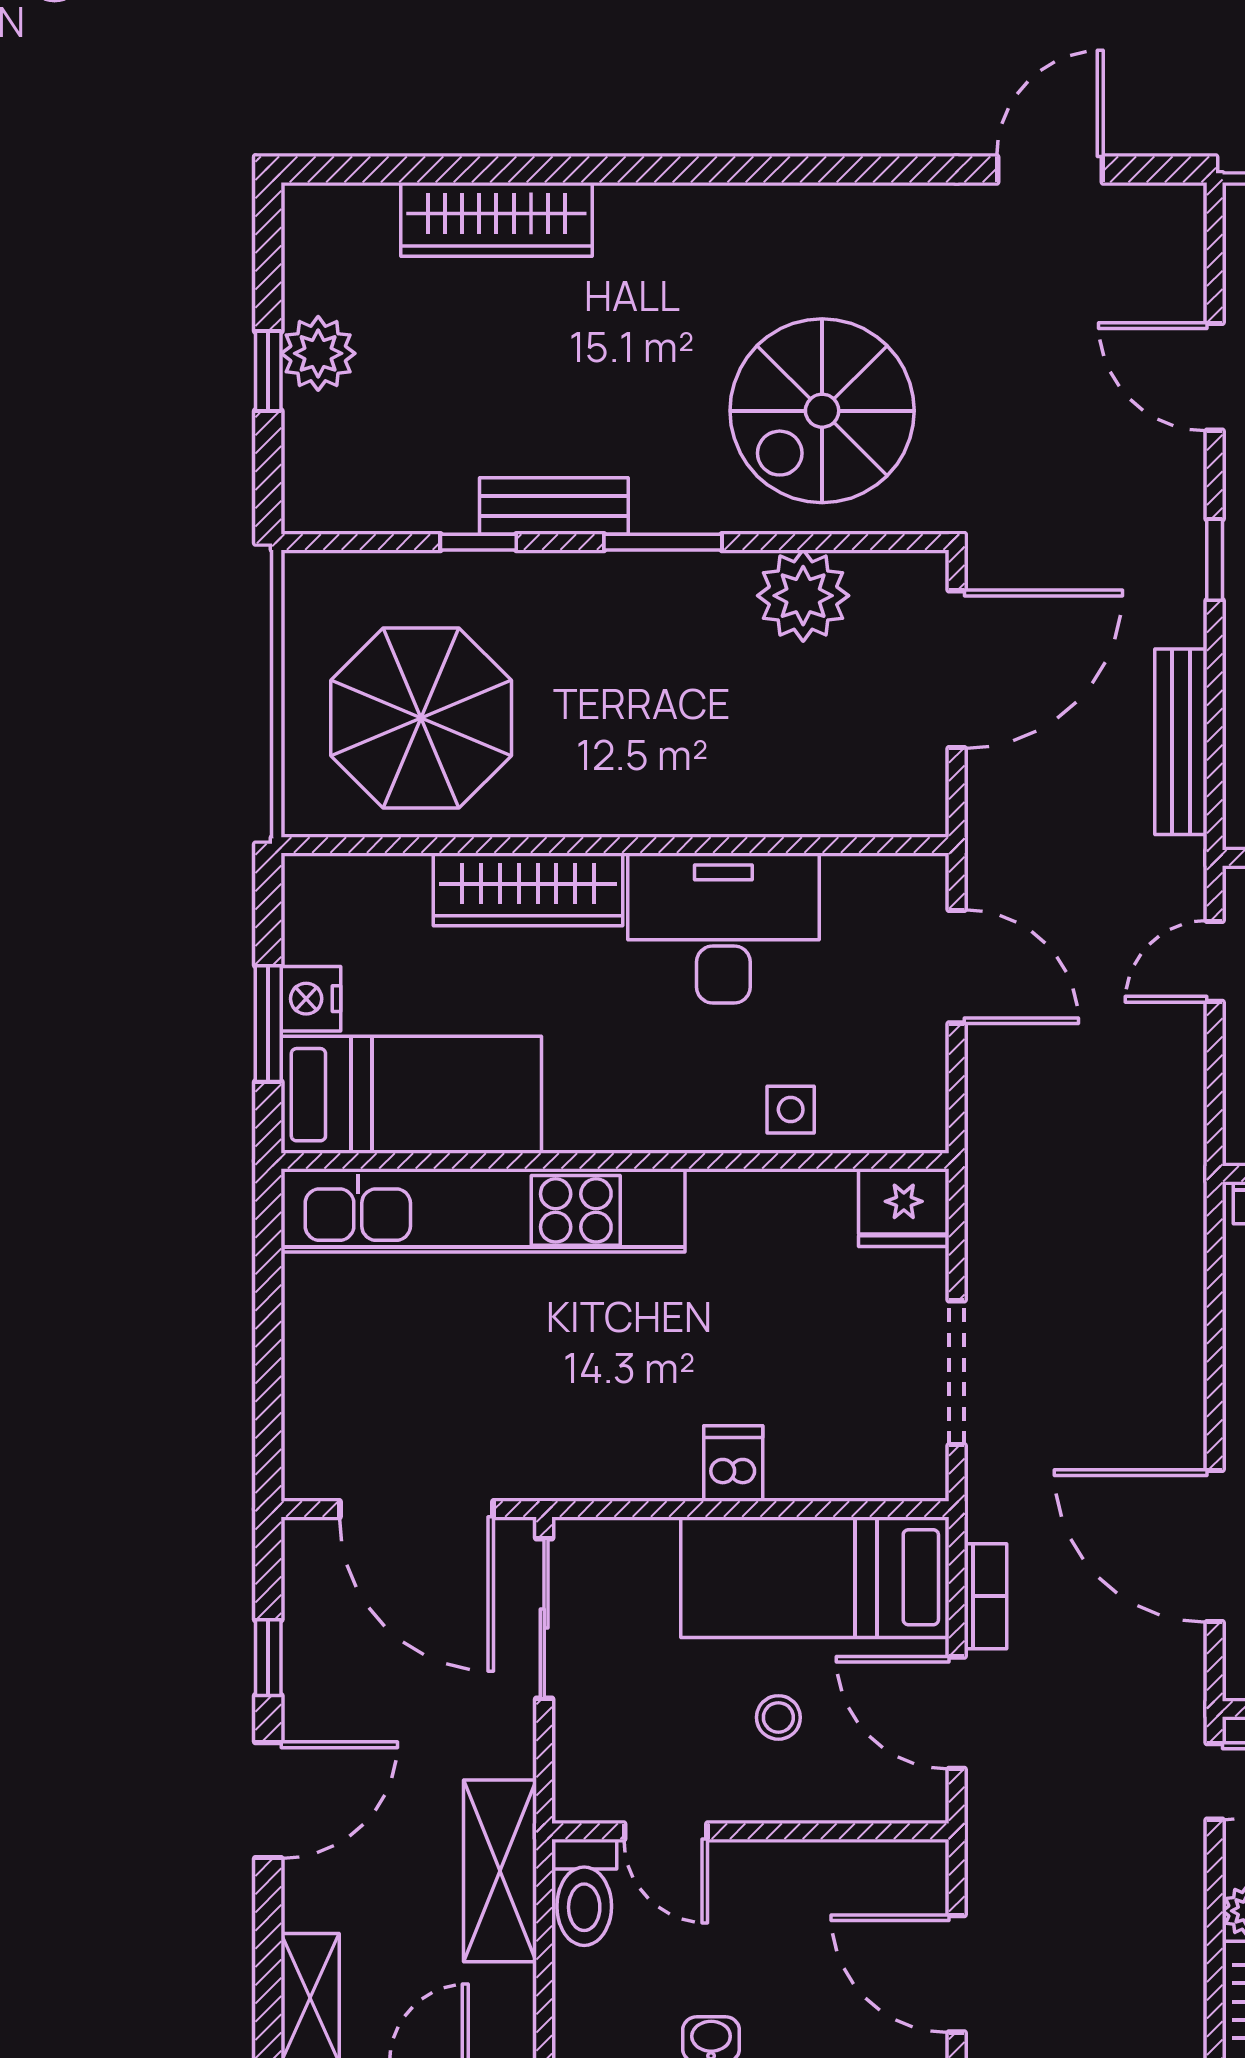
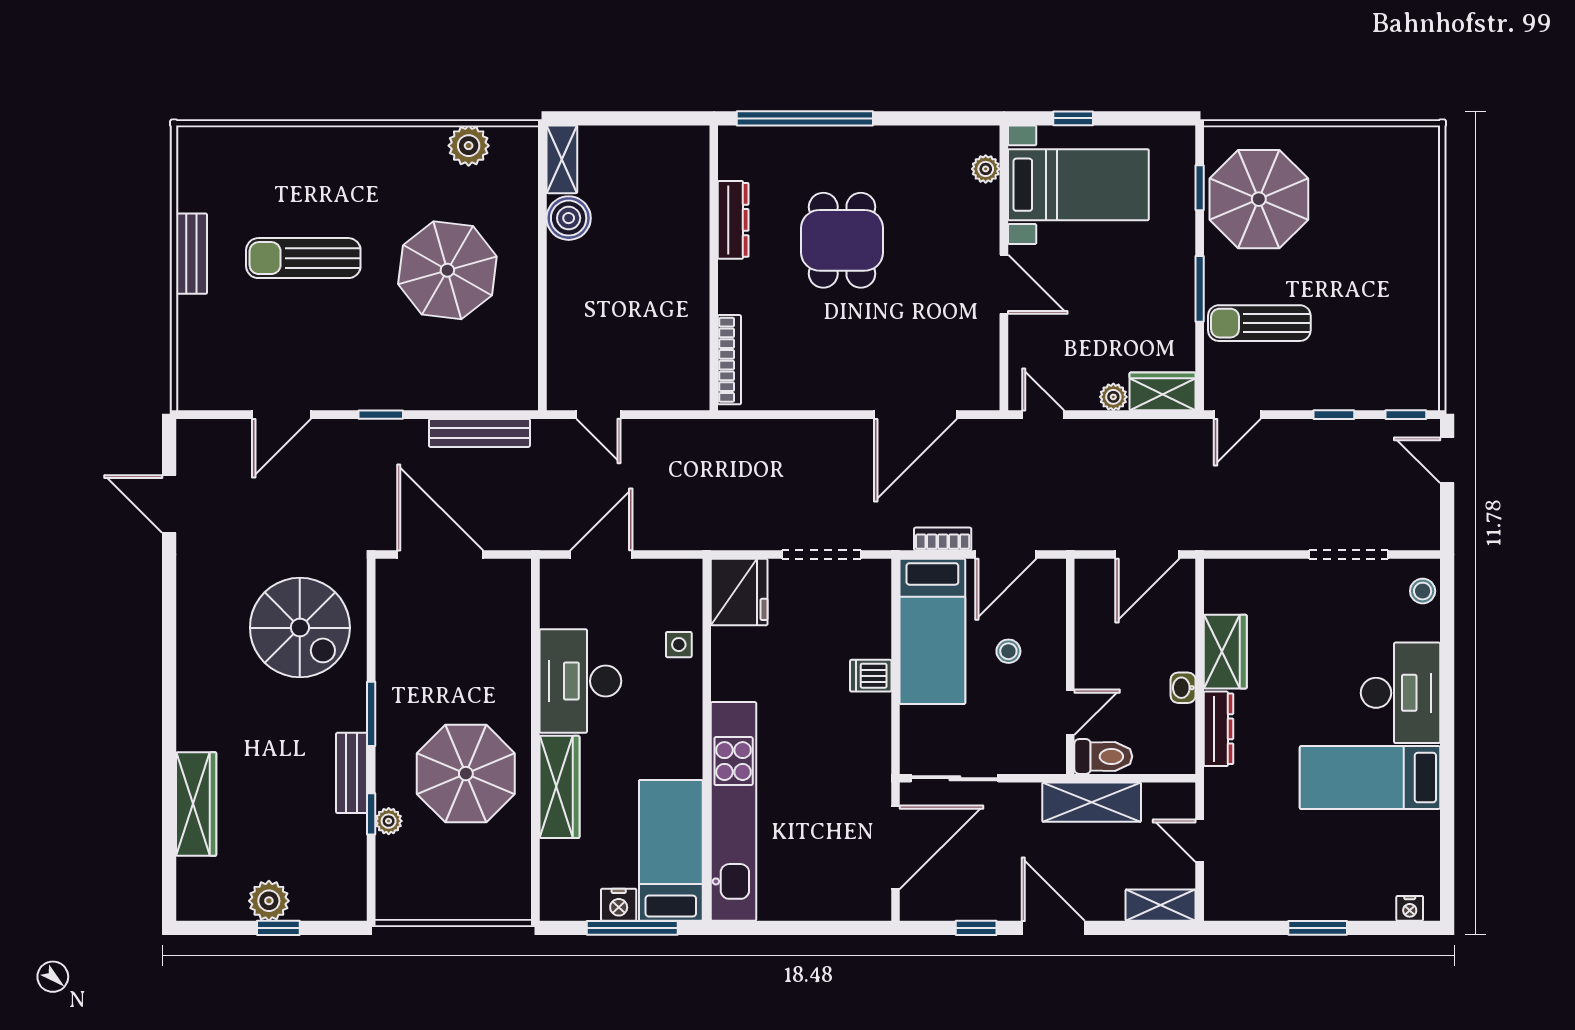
plant: (803, 596) -> (389, 821), moved, width x0.53, depth x0.53
parasol: (421, 718) -> (466, 774), moved
window: (268, 1024) -> (632, 928), width x1.44
fridge: (904, 1208) -> (739, 592), width x1.36, depth x1.34

